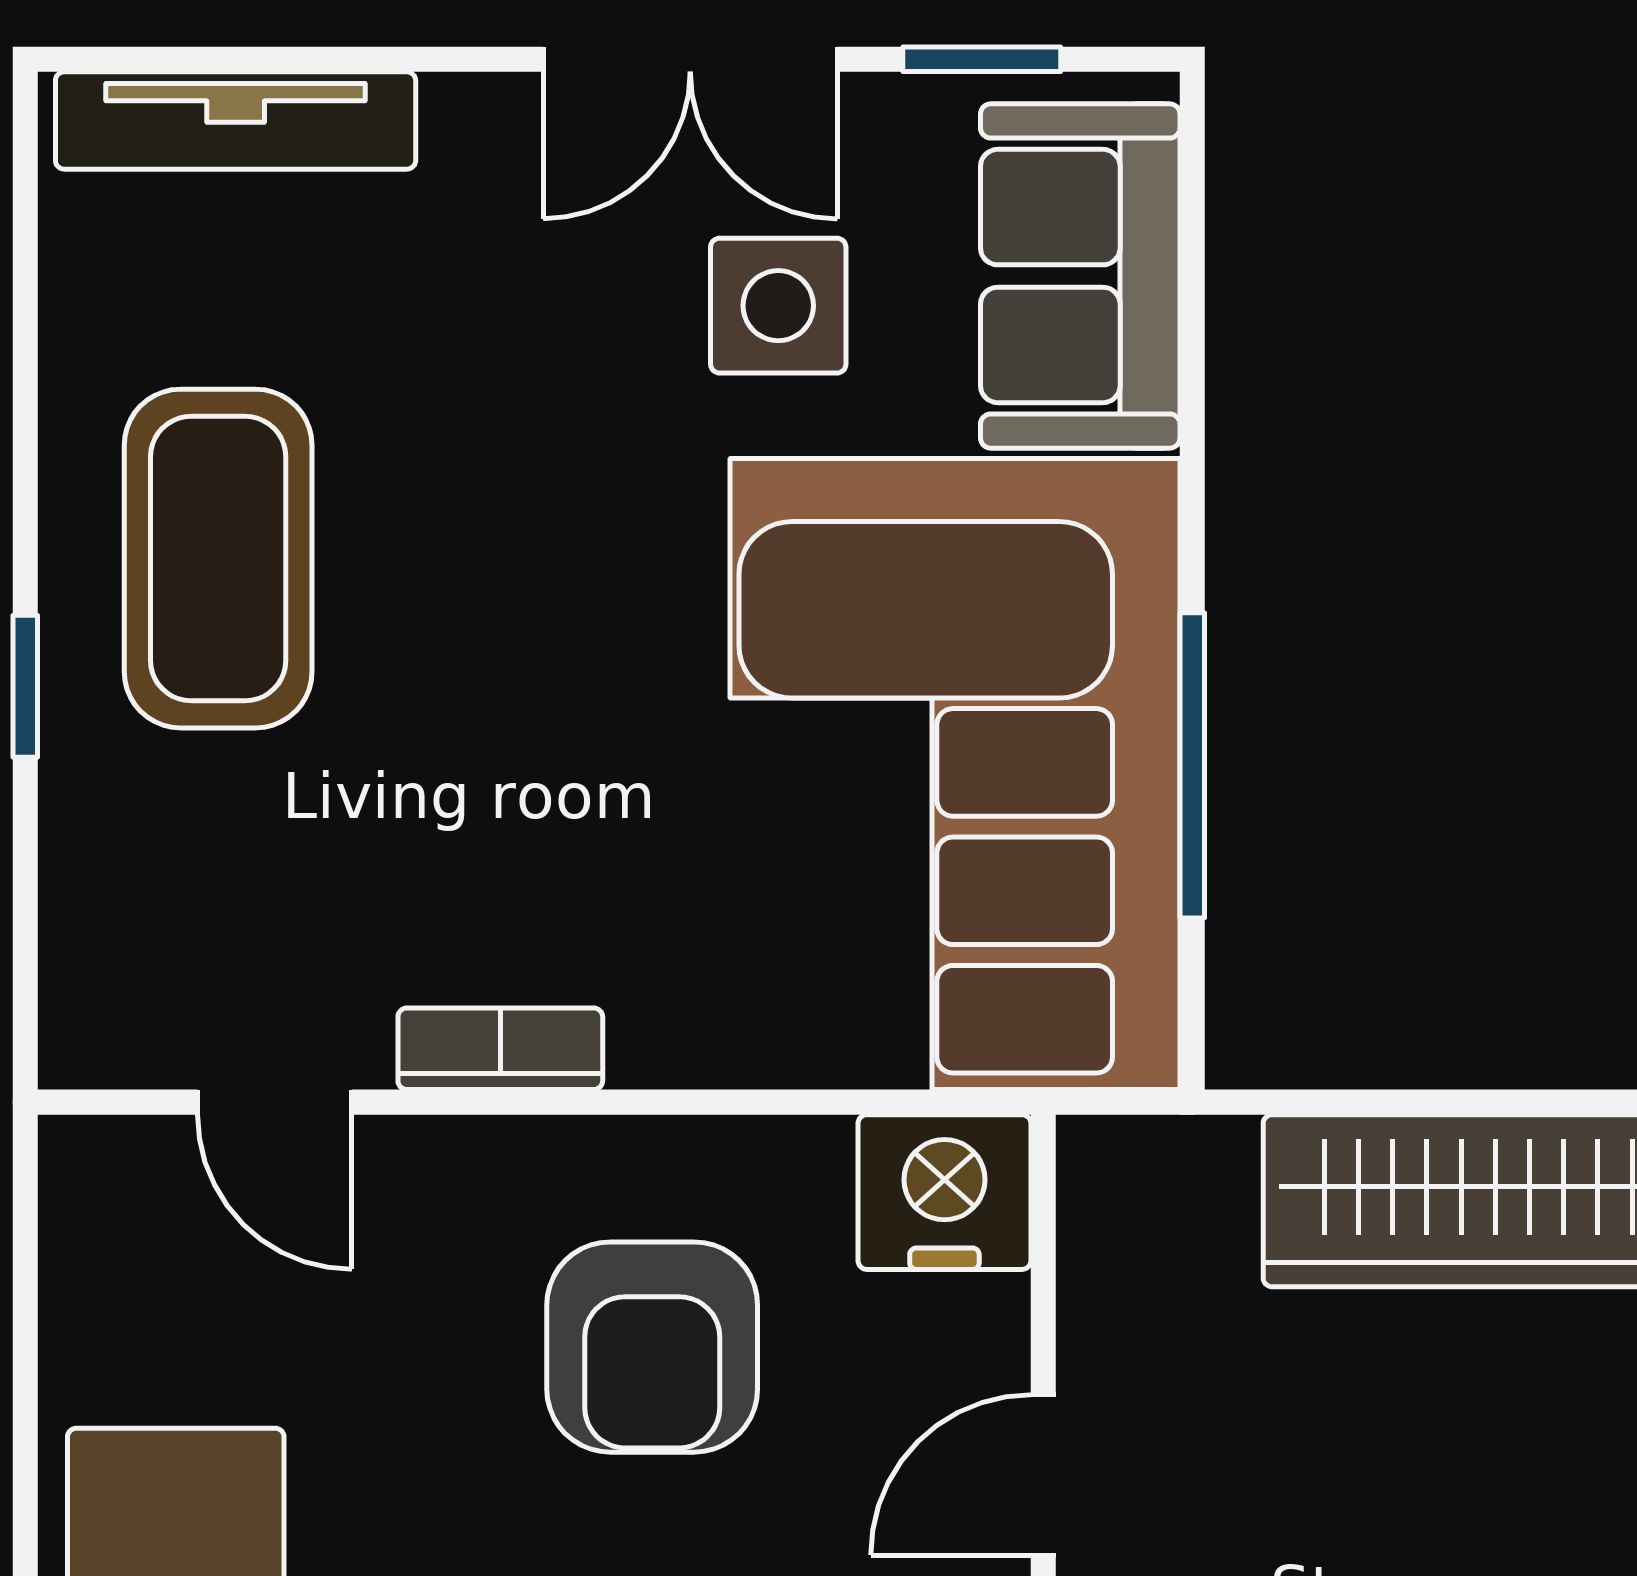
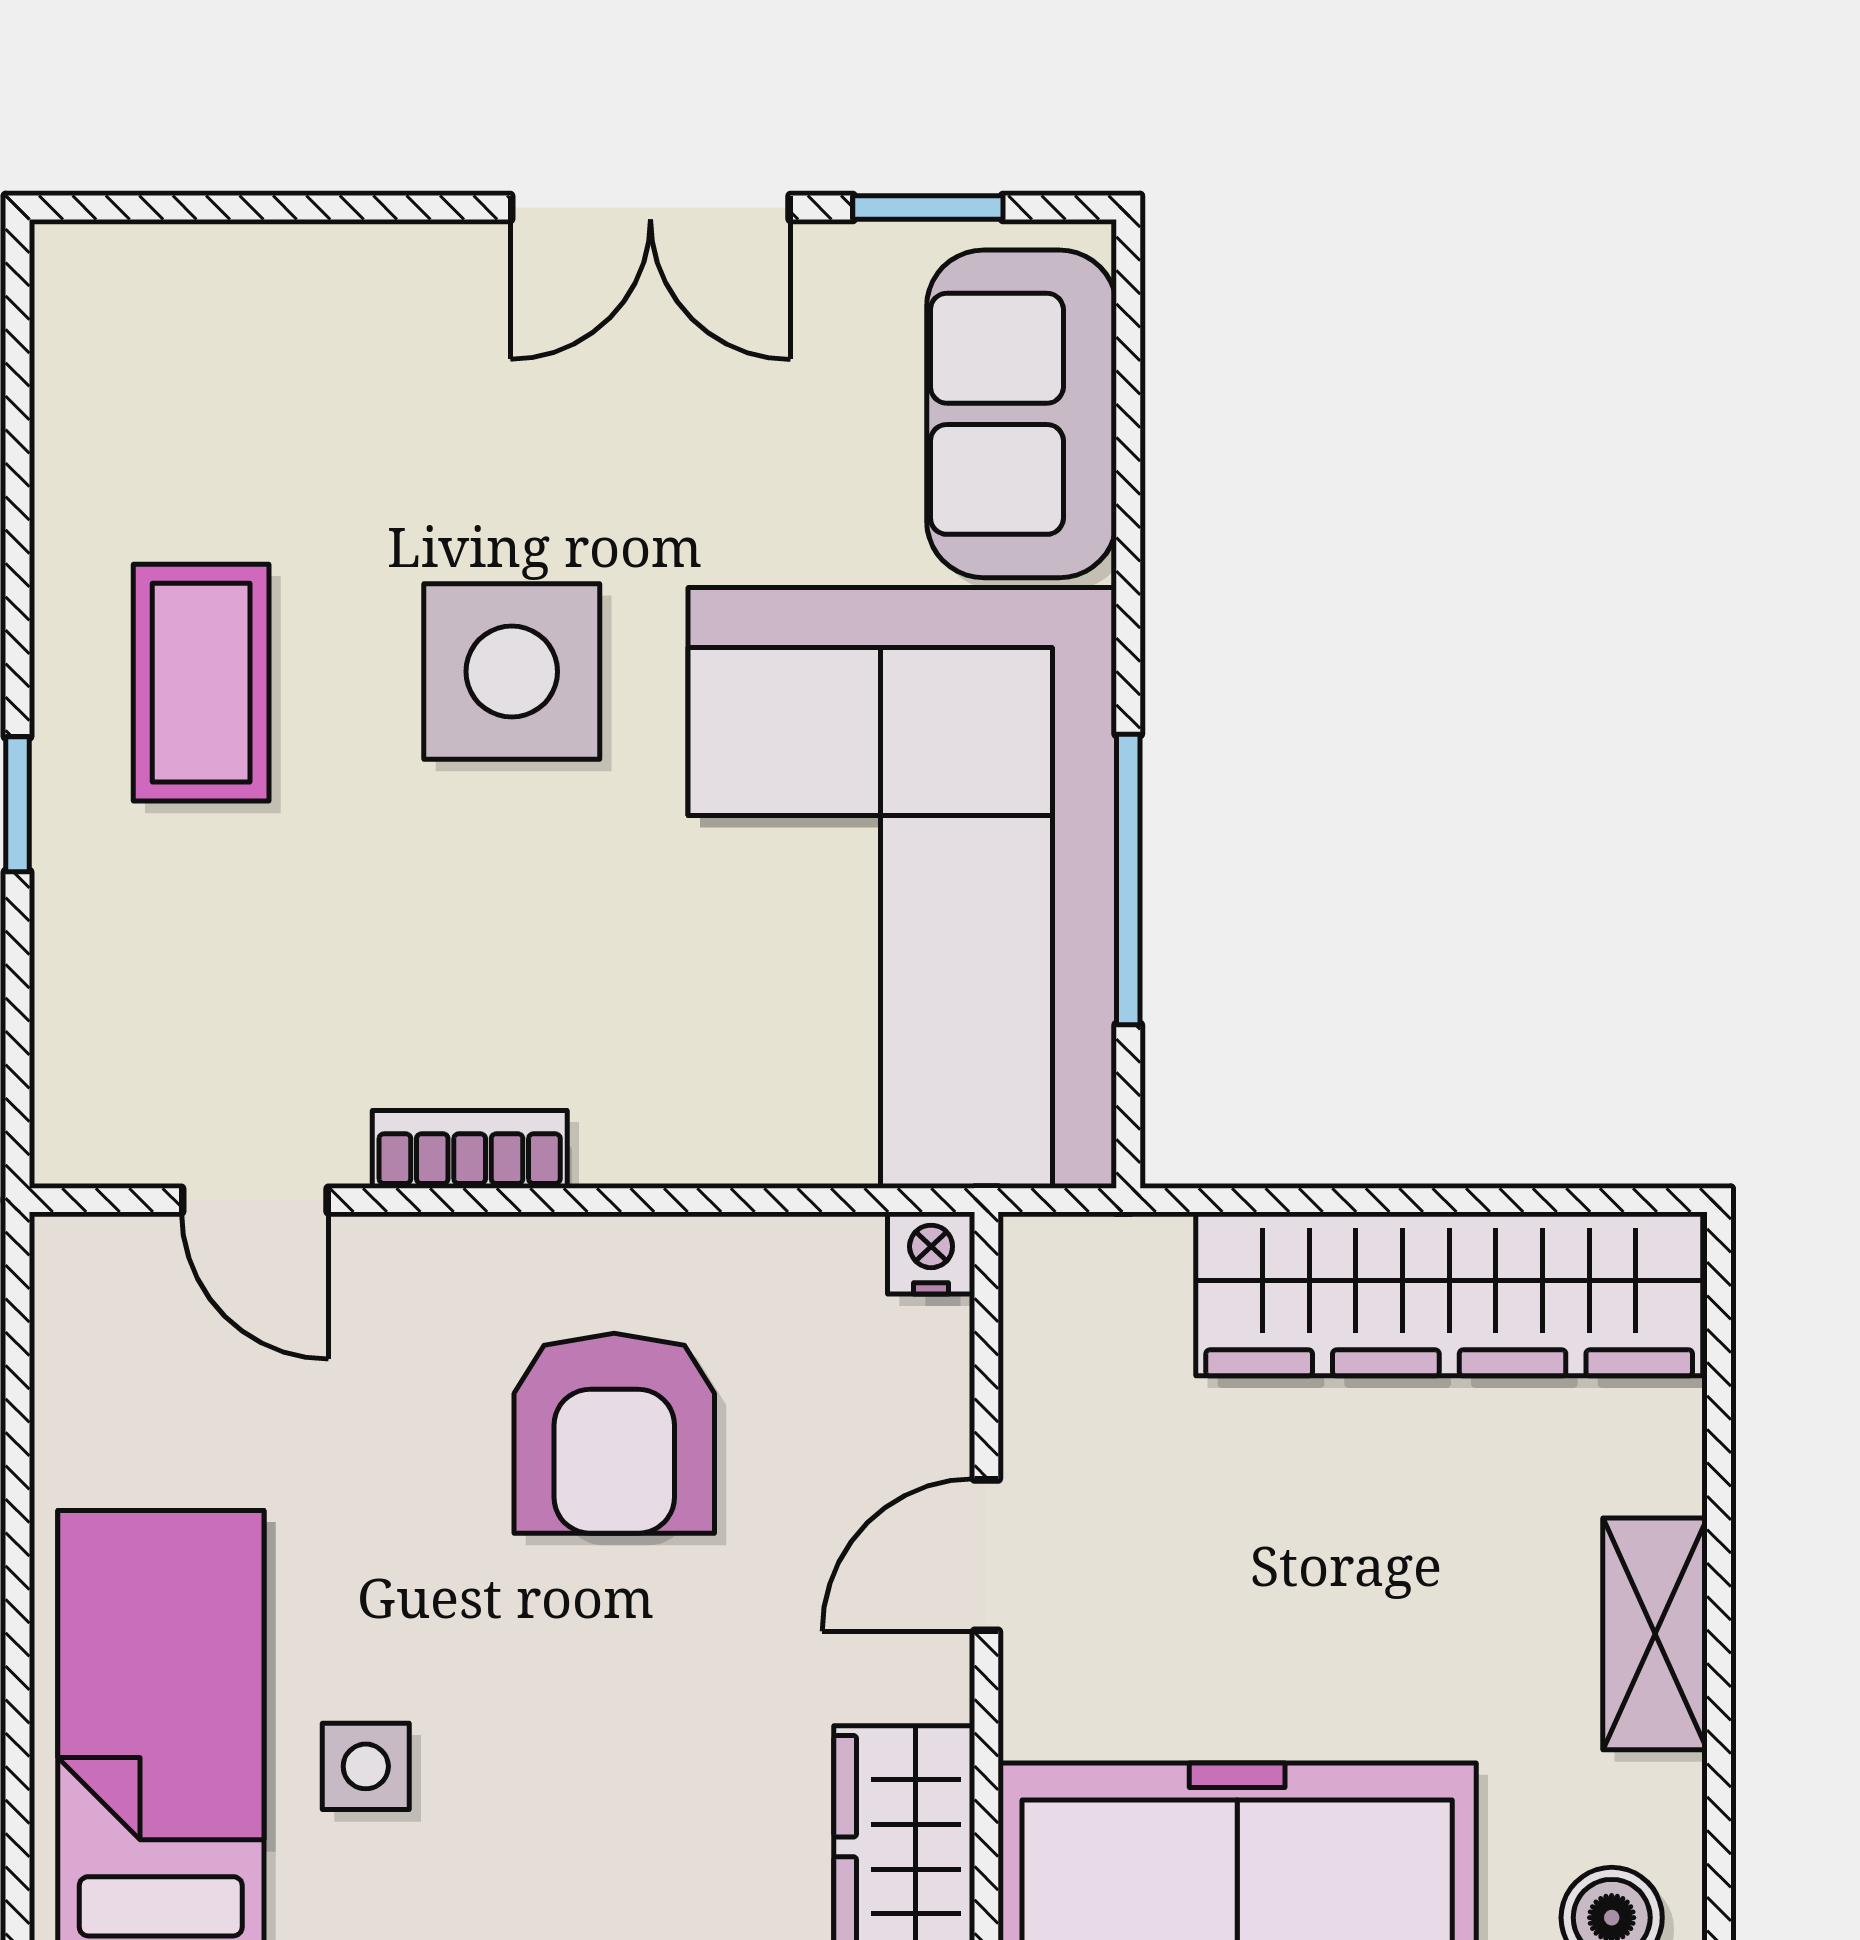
tv unit: (236, 120) -> (218, 266), removed
side table: (778, 306) -> (512, 672), moved, width x1.37, depth x1.37
coffee table: (218, 559) -> (201, 683), width x0.73, depth x0.76
nightstand: (944, 1192) -> (931, 1253), width x0.53, depth x0.56

